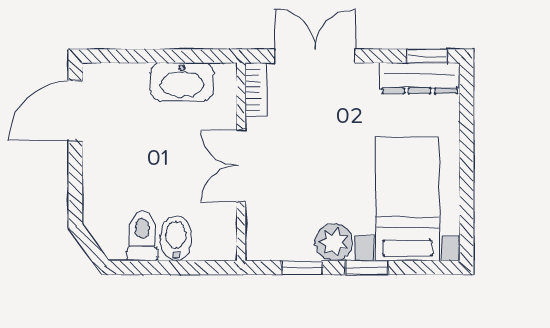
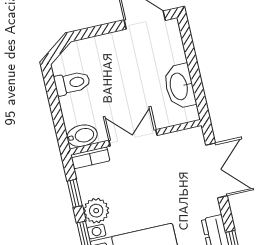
bookcase: (256, 90) -> (90, 158), moved
bidet: (176, 238) -> (82, 136), moved

